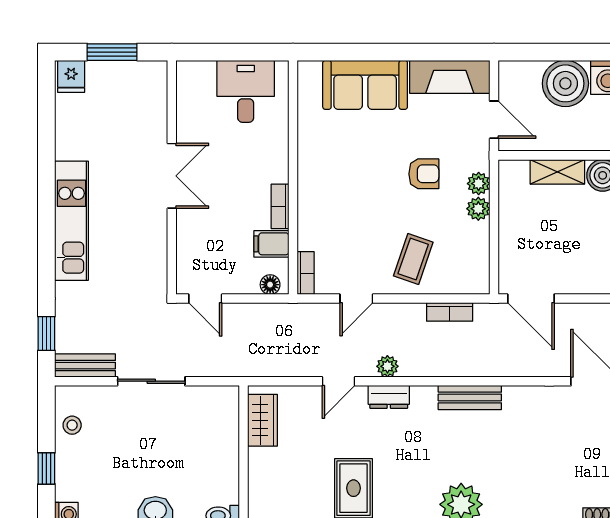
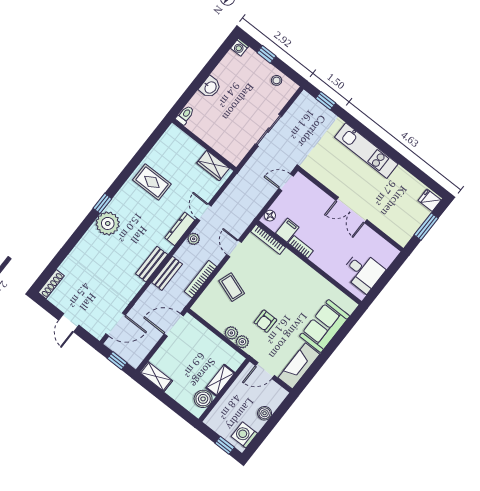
boiler: (565, 83) -> (265, 413), width x0.54, depth x0.54
bookcase: (306, 273) -> (268, 239), width x1.56
bookcase: (450, 312) -> (200, 279), width x1.56
bench: (85, 366) -> (167, 273), moved
dresser: (389, 397) -> (180, 229), width x1.44

